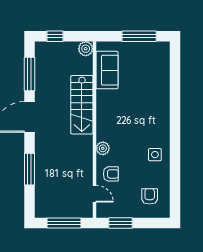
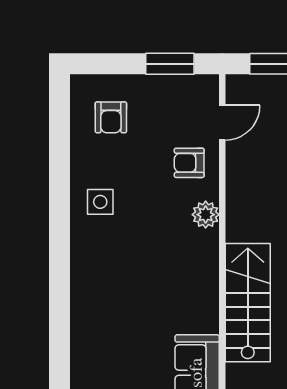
door: (95, 194) -> (222, 123), swing flipped

